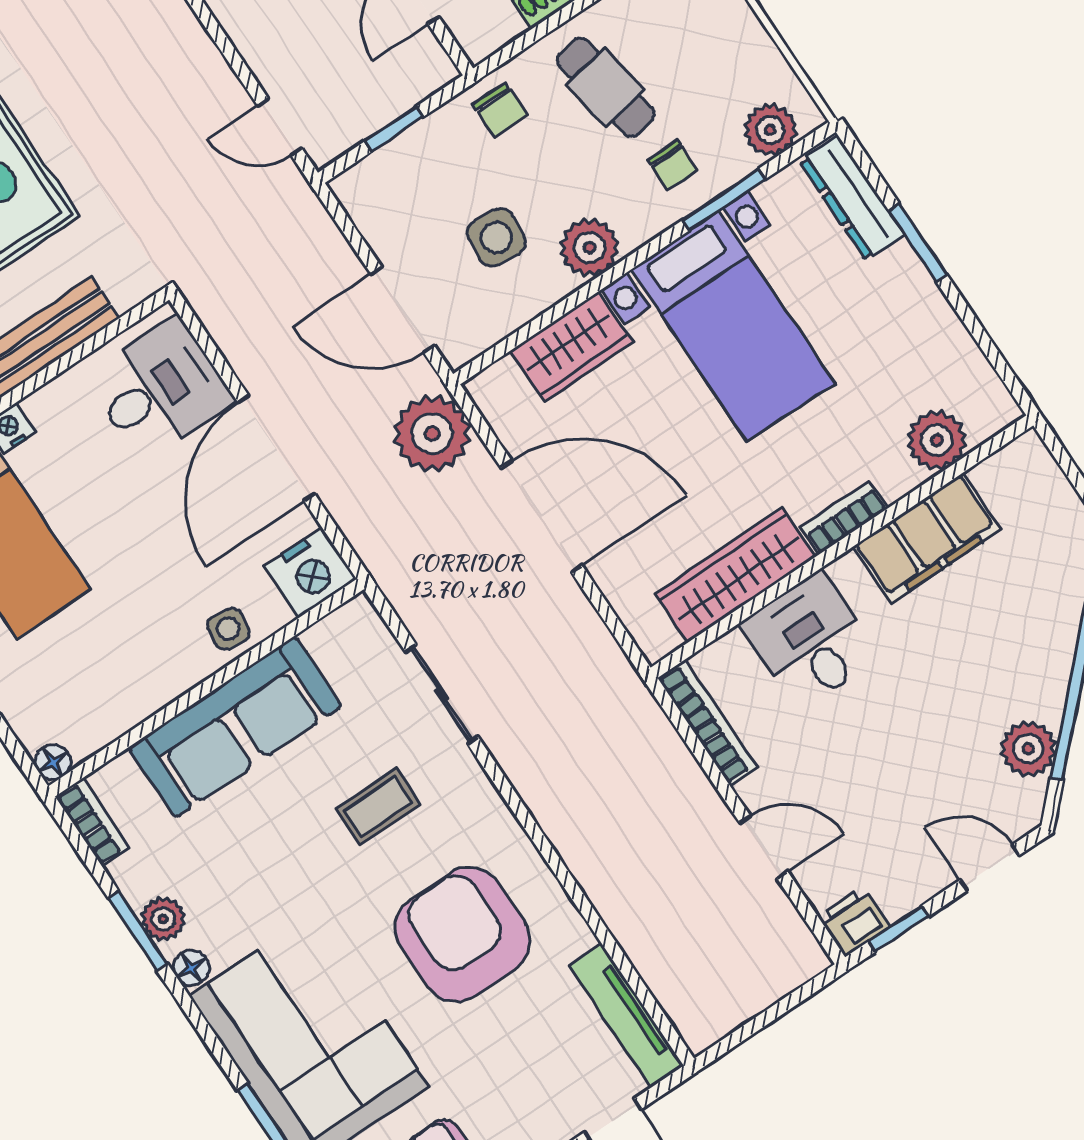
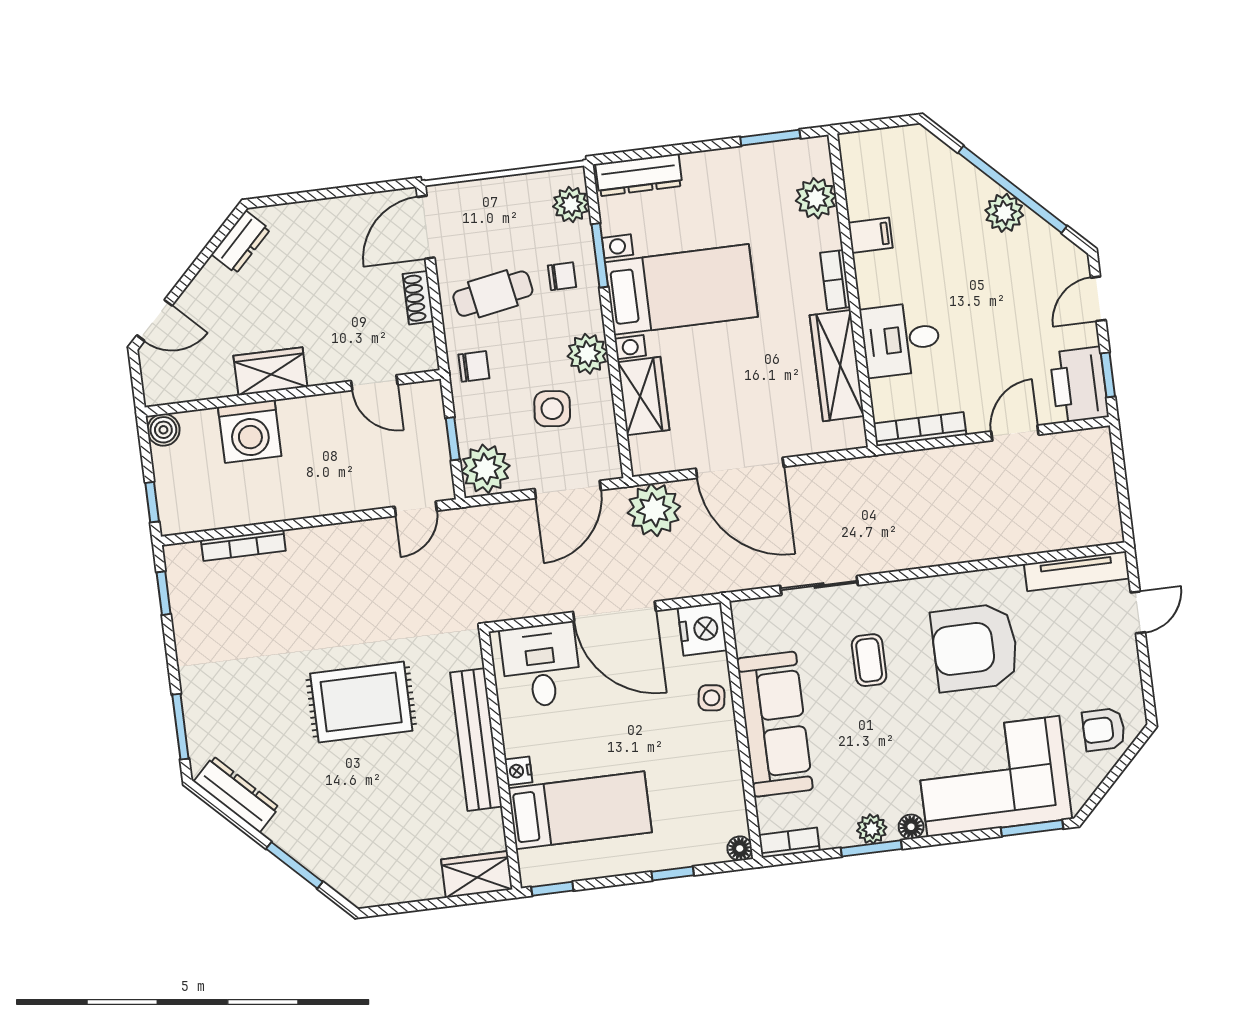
plant: (376, 191) -> (485, 469), added
window: (918, 243) -> (770, 138), moved
door: (542, 516) -> (740, 468), swing flipped
filing cabinet: (927, 538) -> (870, 235), width x0.33, depth x0.86
plant: (1028, 749) -> (1004, 213), moved
printer: (854, 922) -> (1079, 385), width x1.87, depth x1.48

